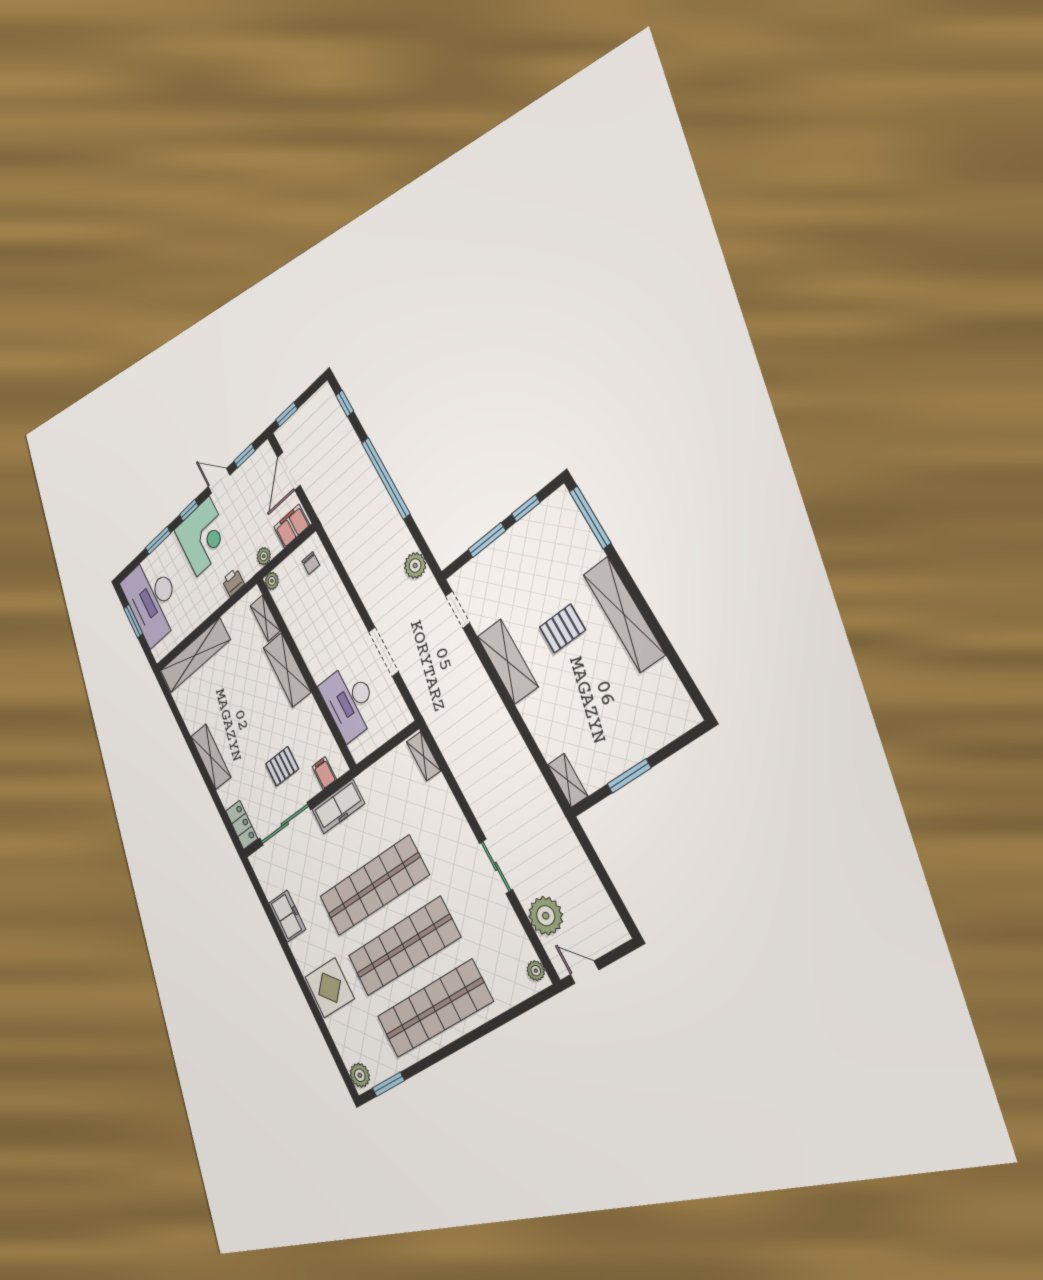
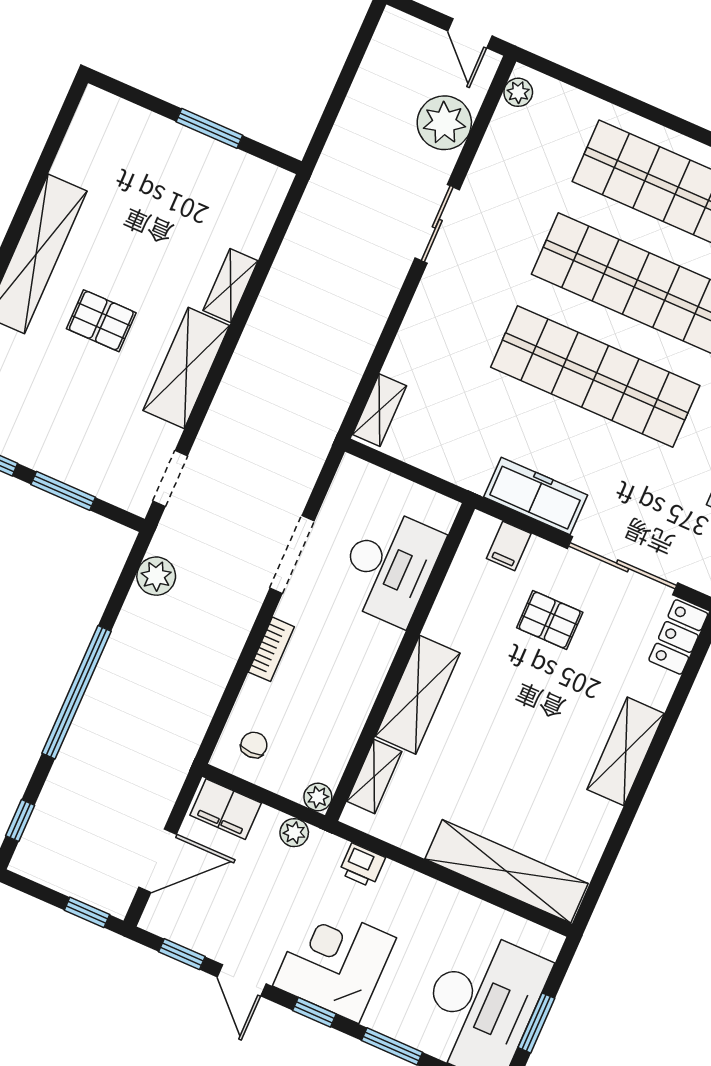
bookcase: (347, 606) -> (271, 649), added
shelving: (568, 780) -> (231, 286), moved

